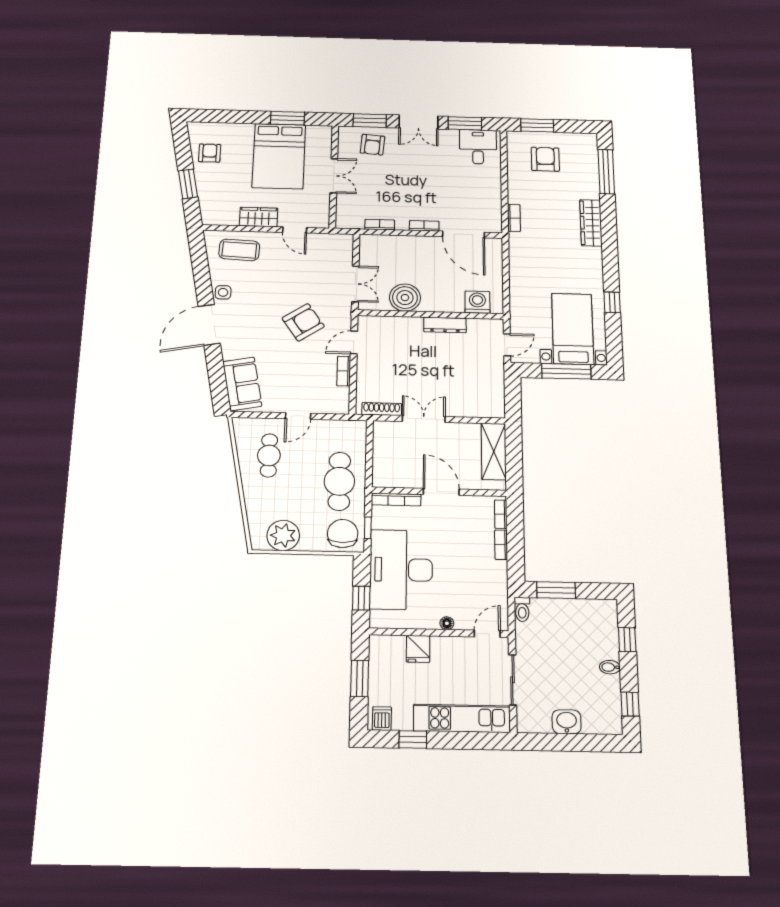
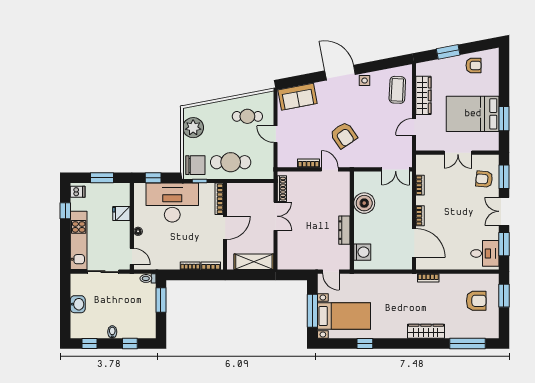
wardrobe: (259, 217) -> (423, 95), width x1.50
door: (464, 234) -> (414, 243), swing flipped
double door: (355, 284) -> (396, 169), moved

